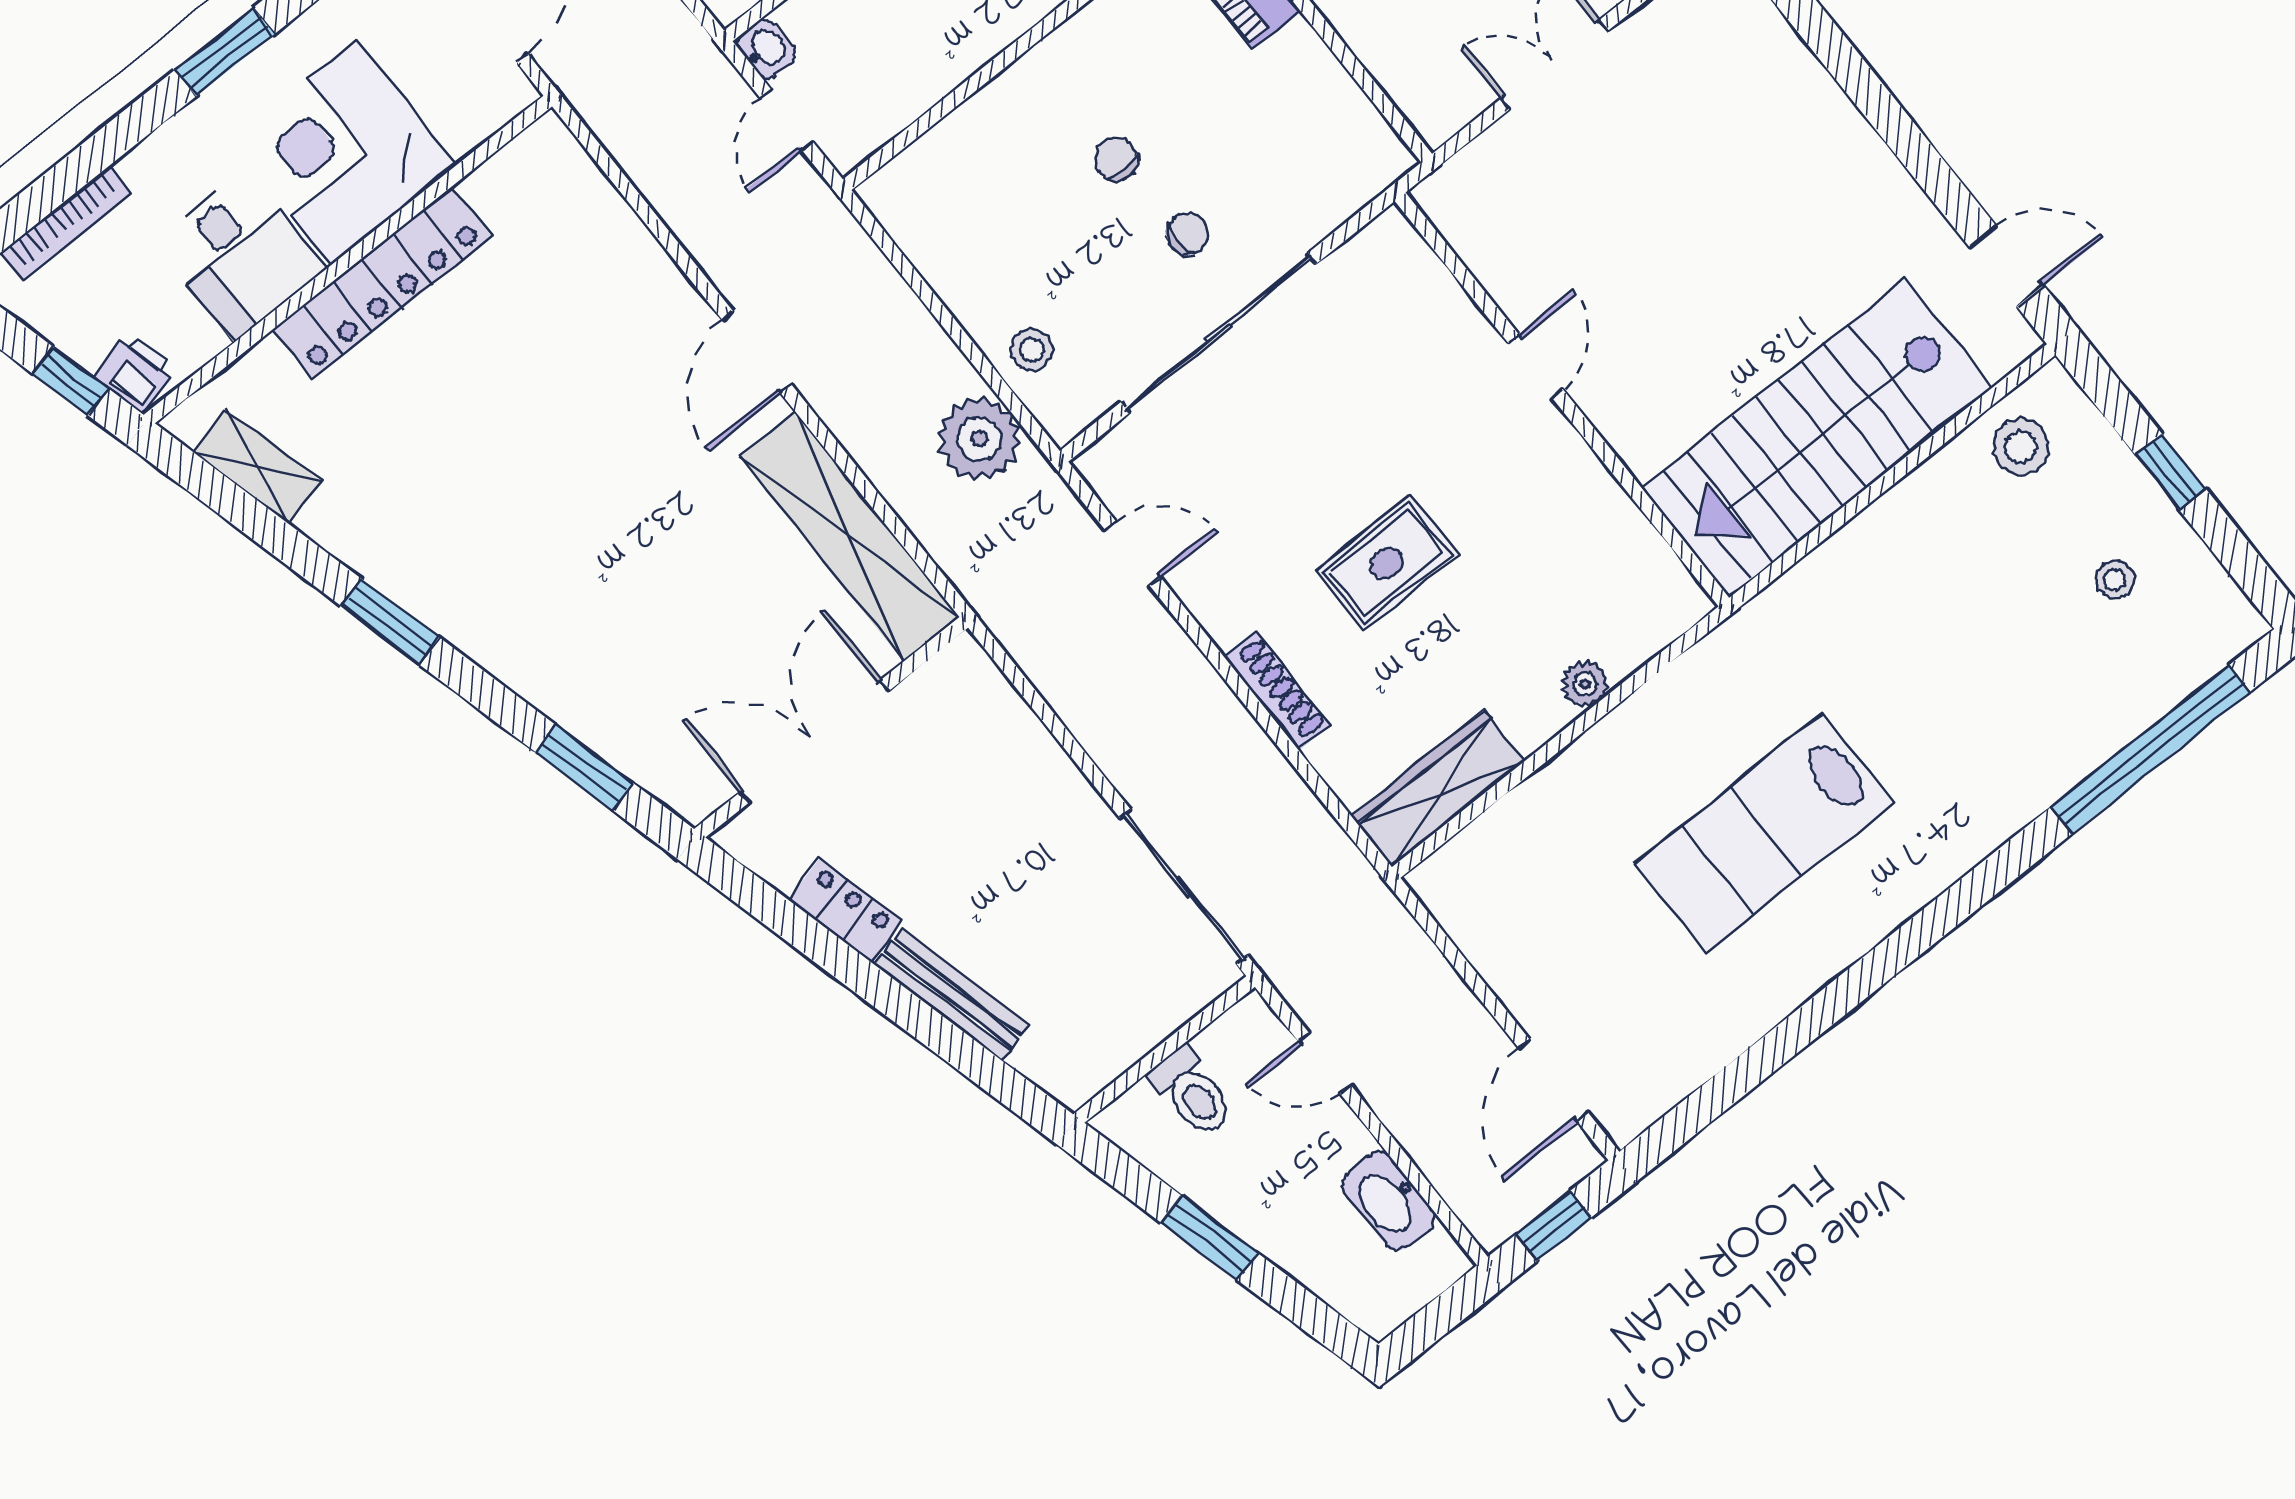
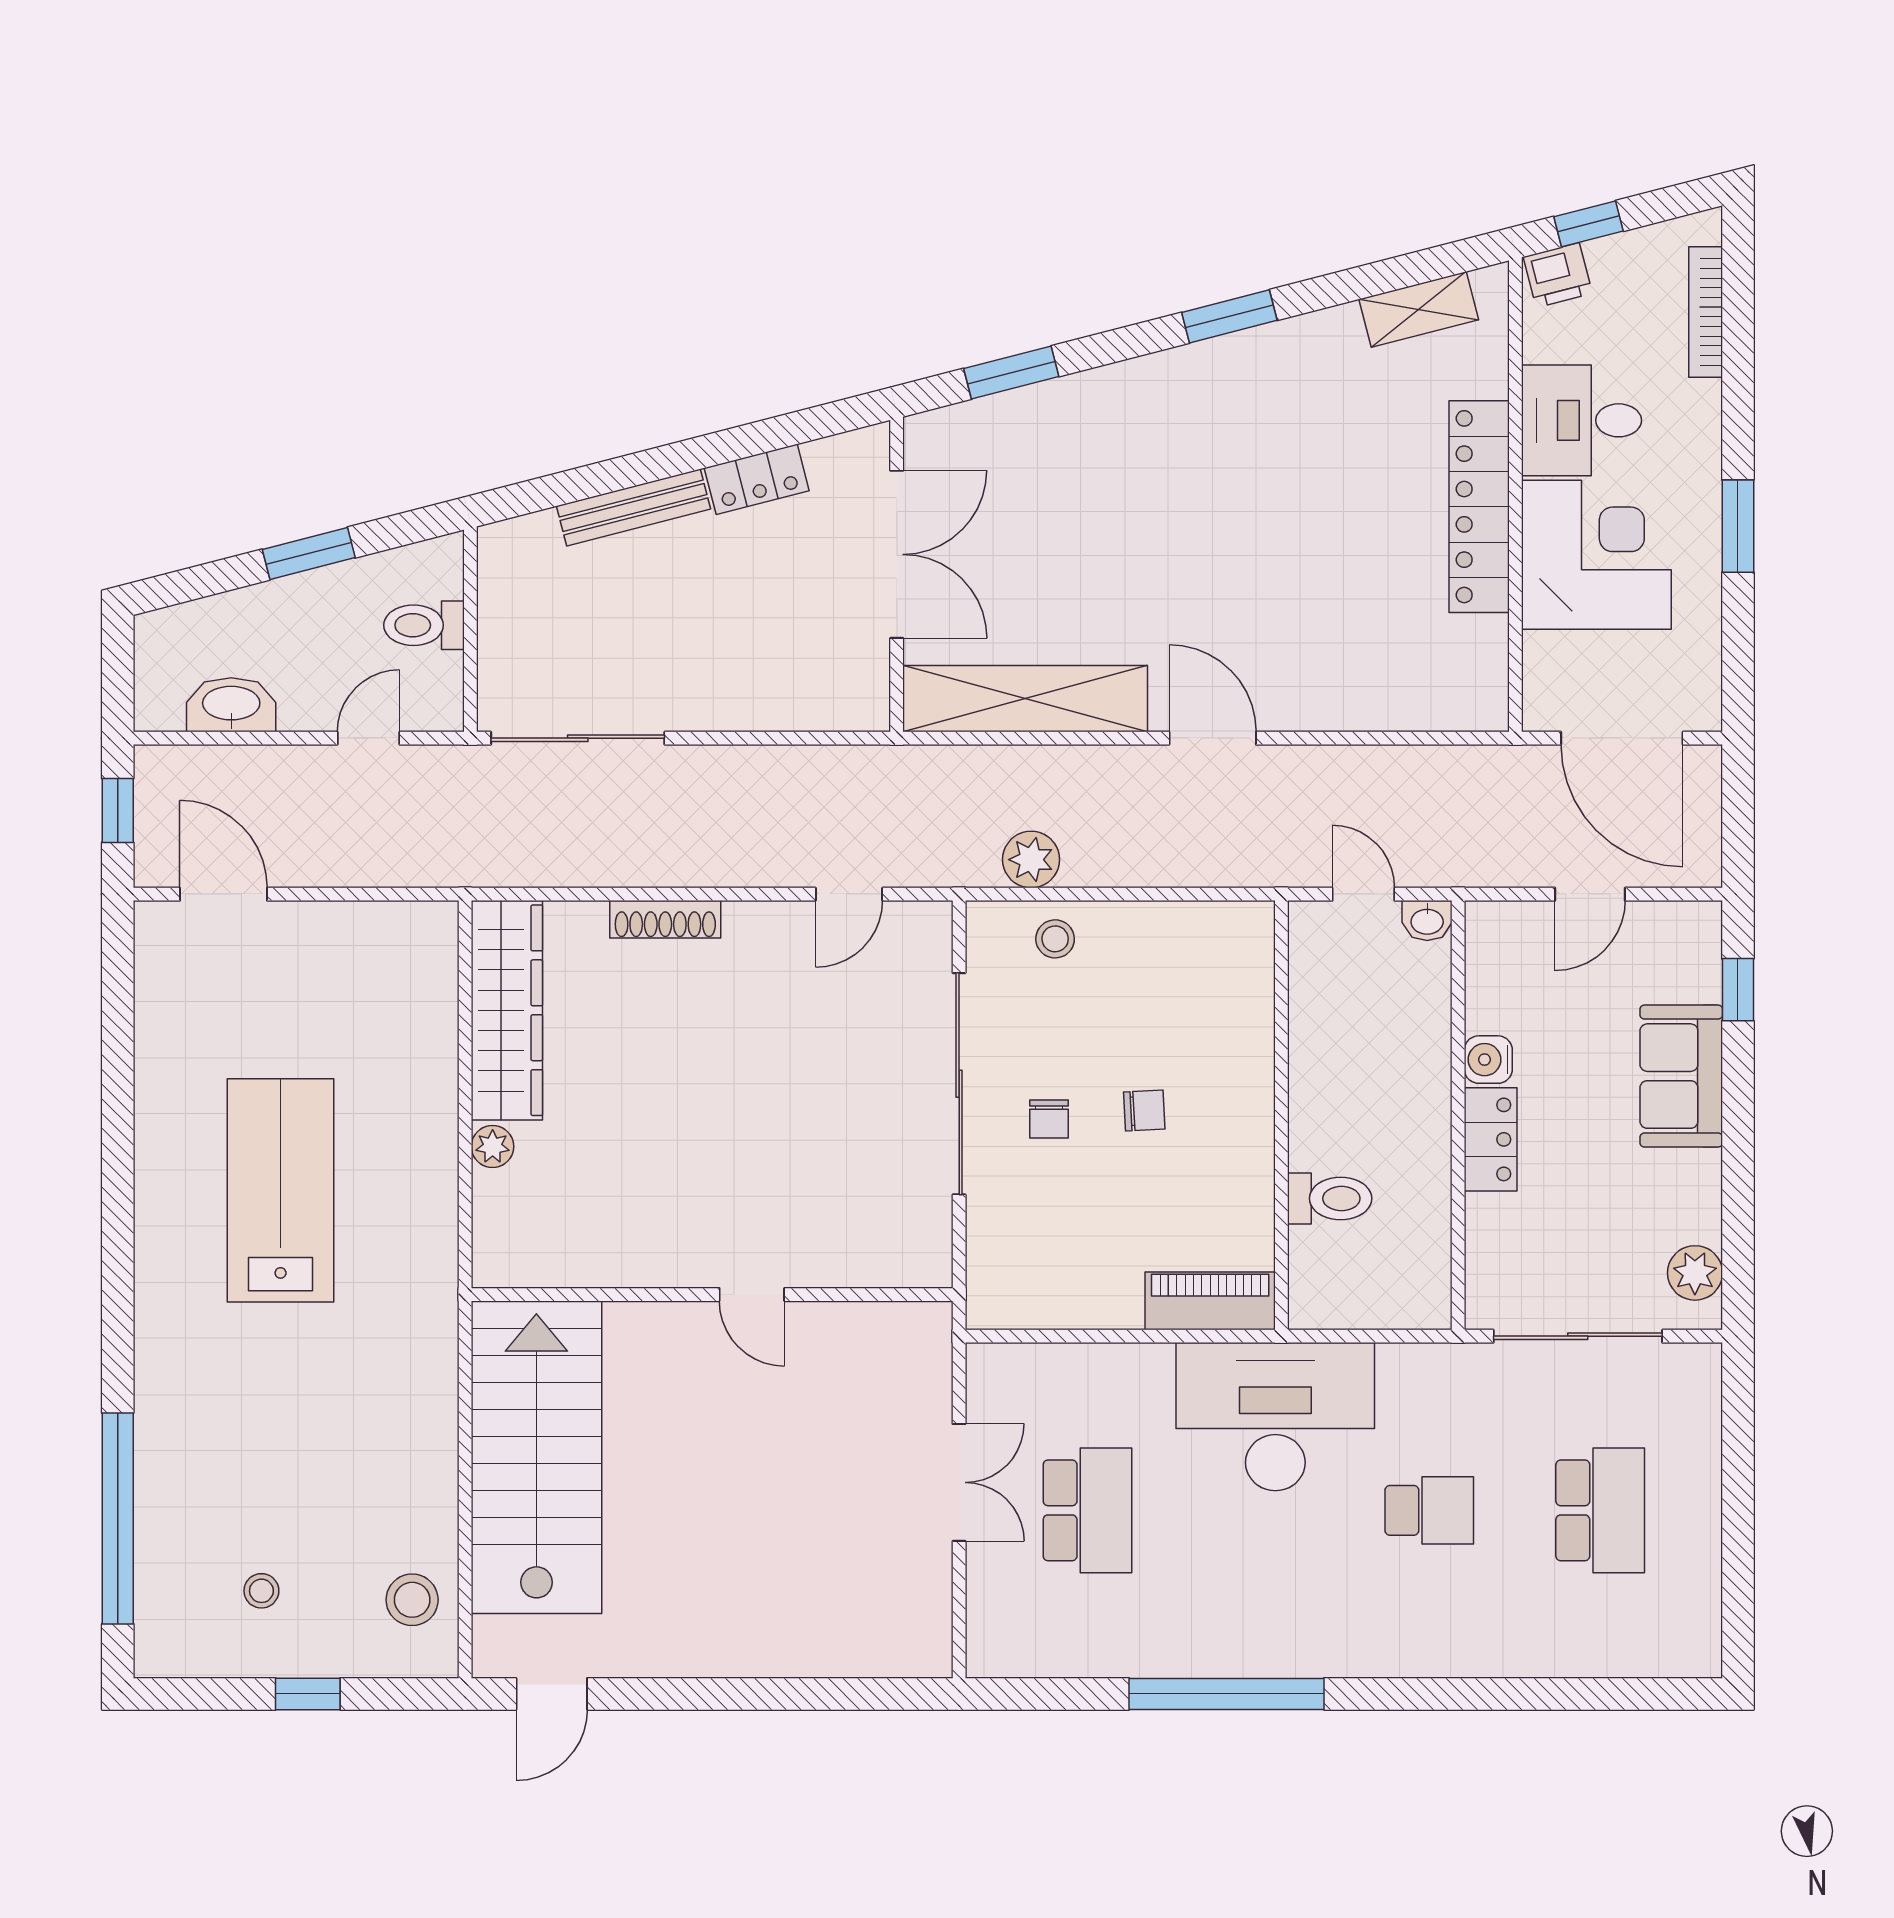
plant: (979, 439) -> (1031, 860), width x0.73, depth x0.73
rug: (1387, 563) -> (695, 1073), removed
wardrobe: (1438, 789) -> (507, 1010), width x1.40, depth x1.17

